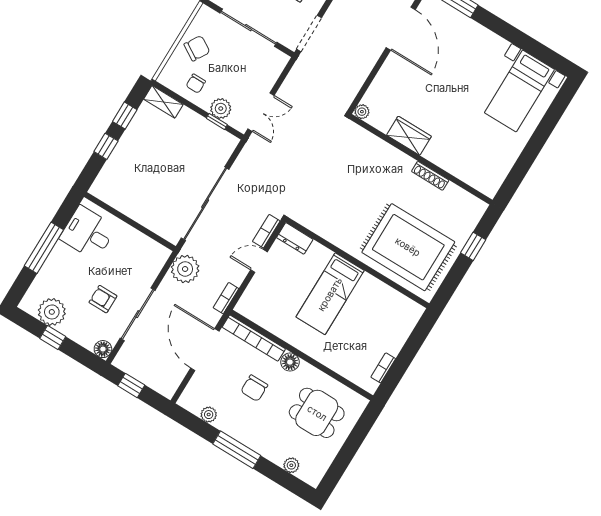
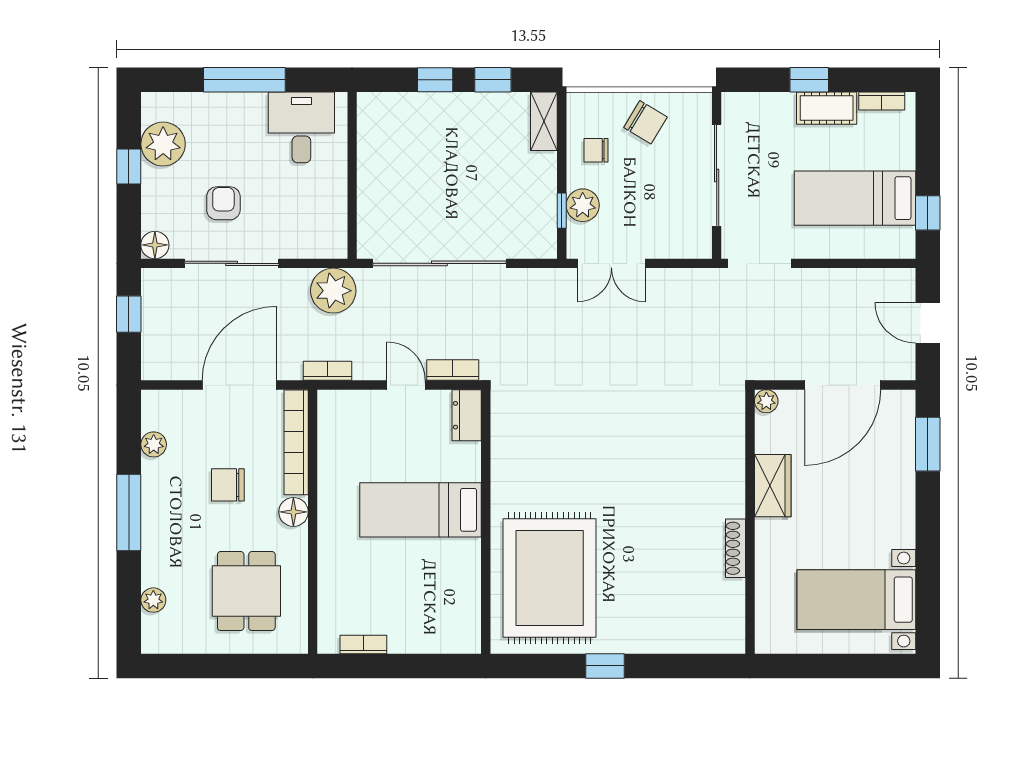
plant: (362, 112) -> (766, 401), moved
wardrobe: (409, 136) -> (773, 486), moved
wall: (421, 159) -> (750, 522), moved
shoe rack: (430, 176) -> (736, 548), moved

